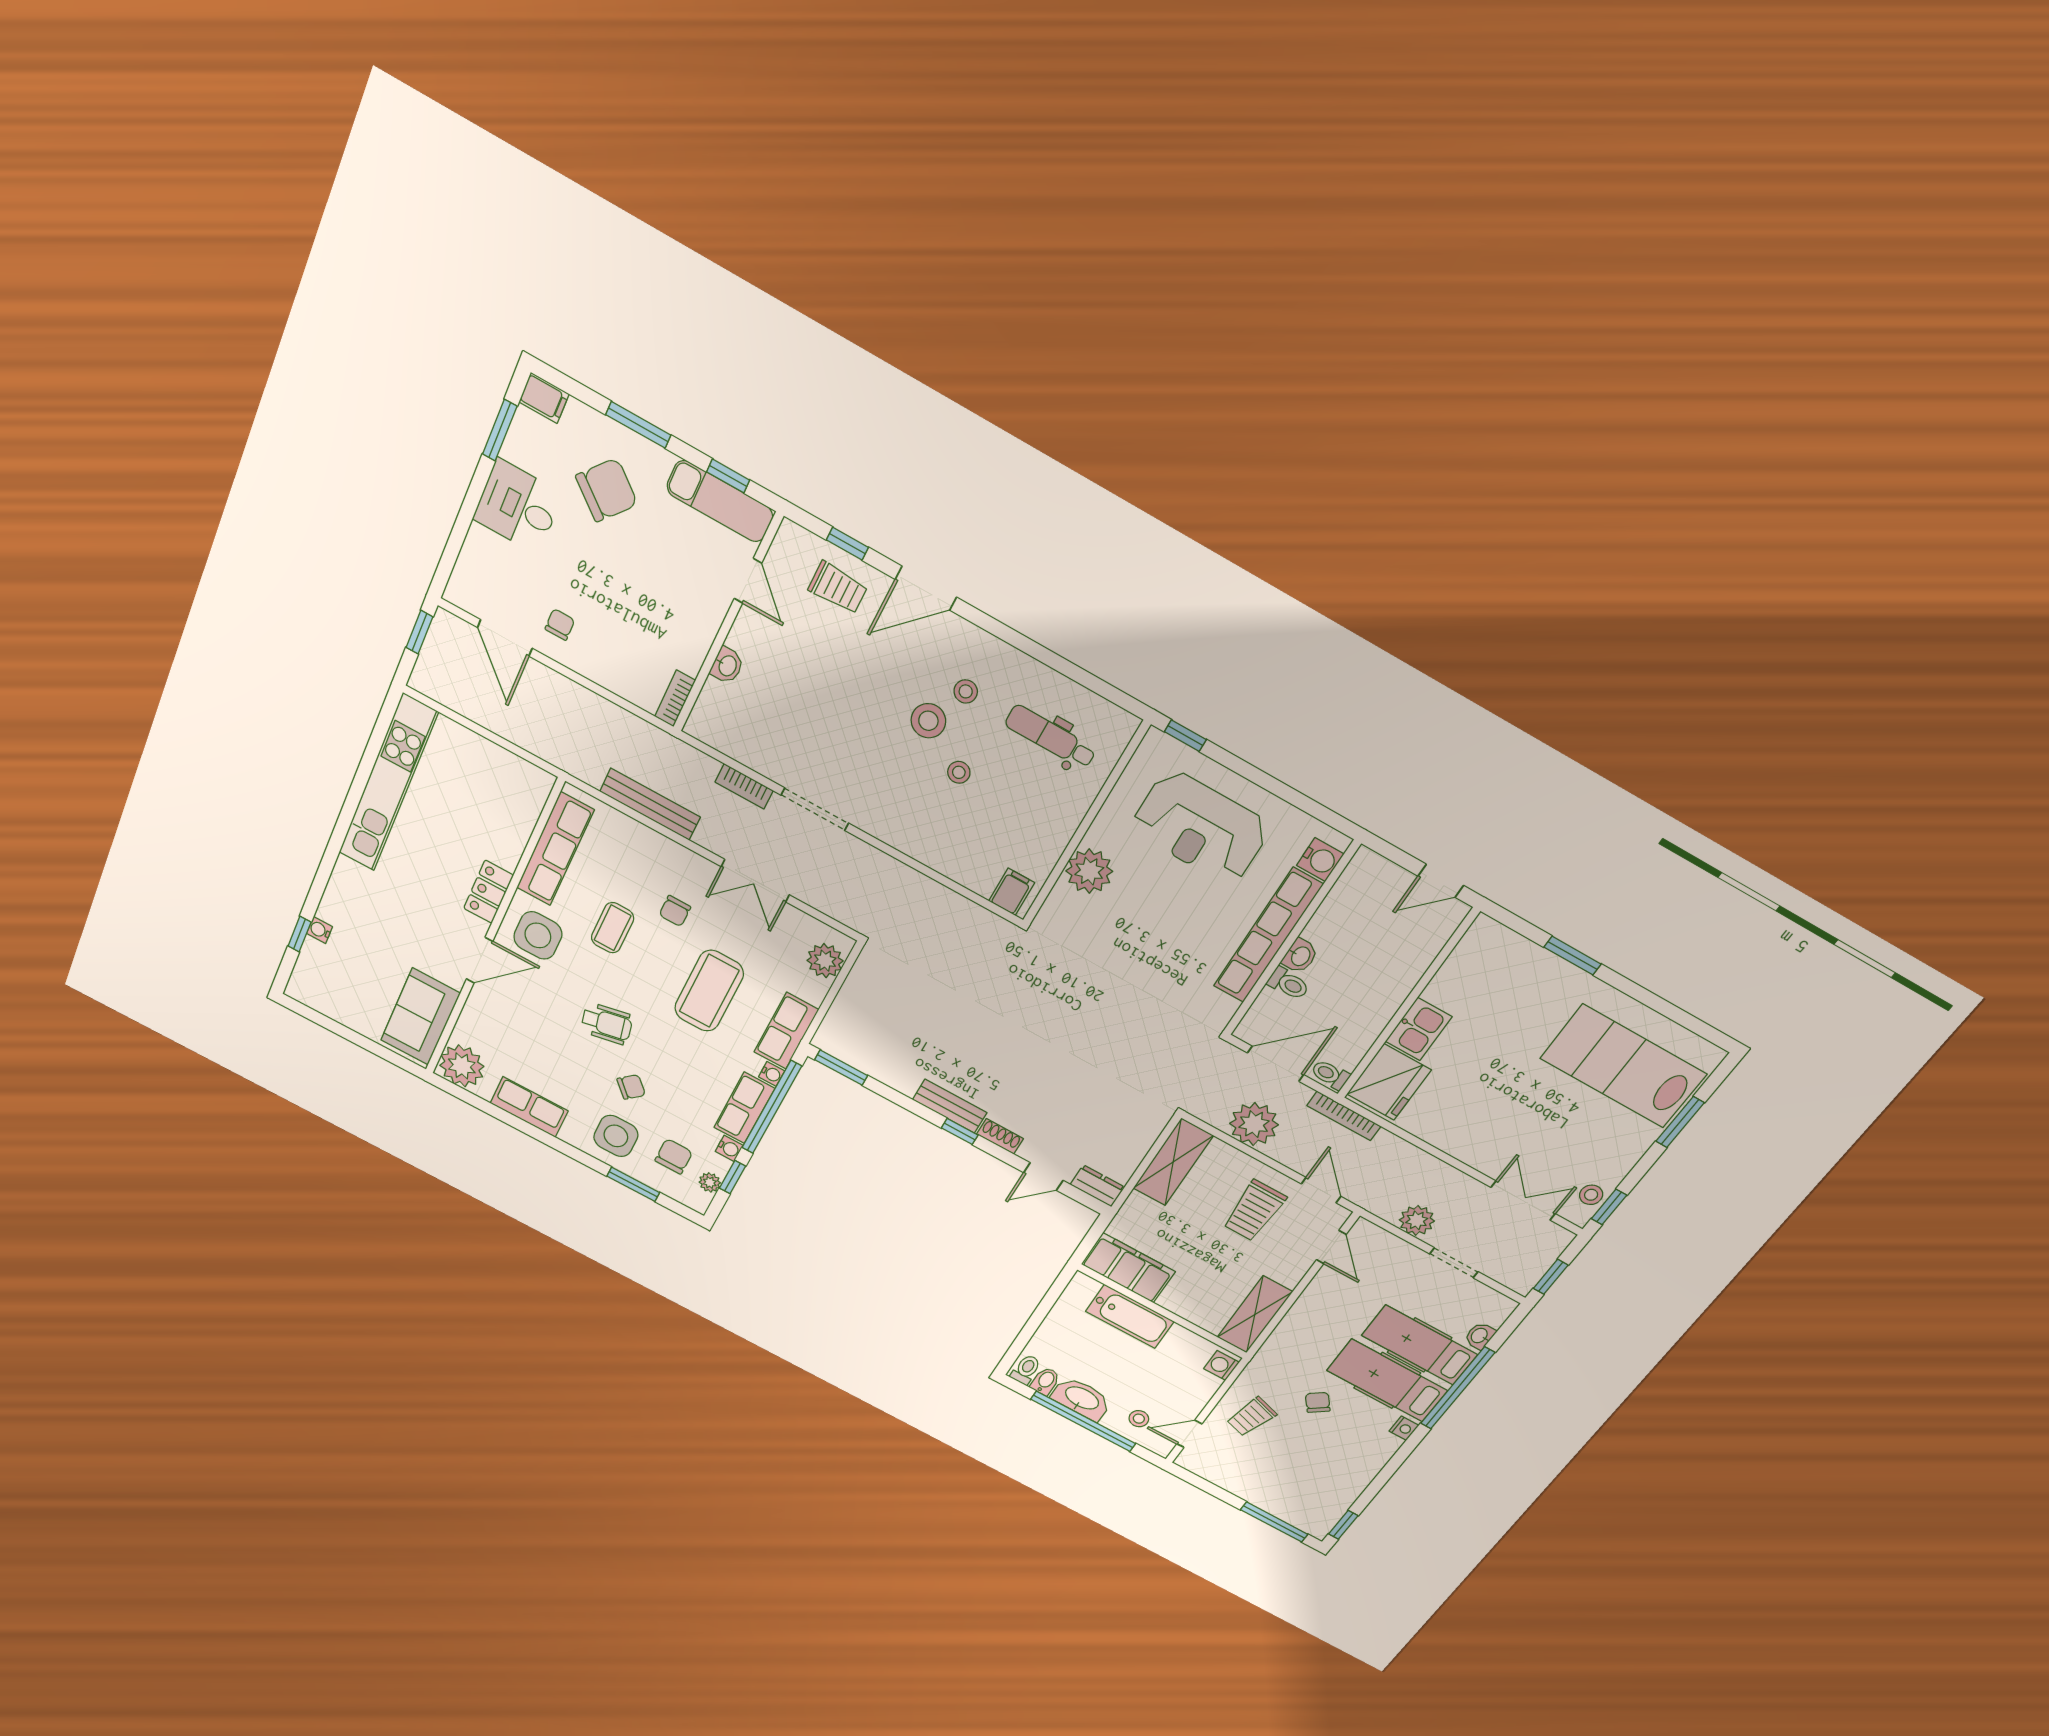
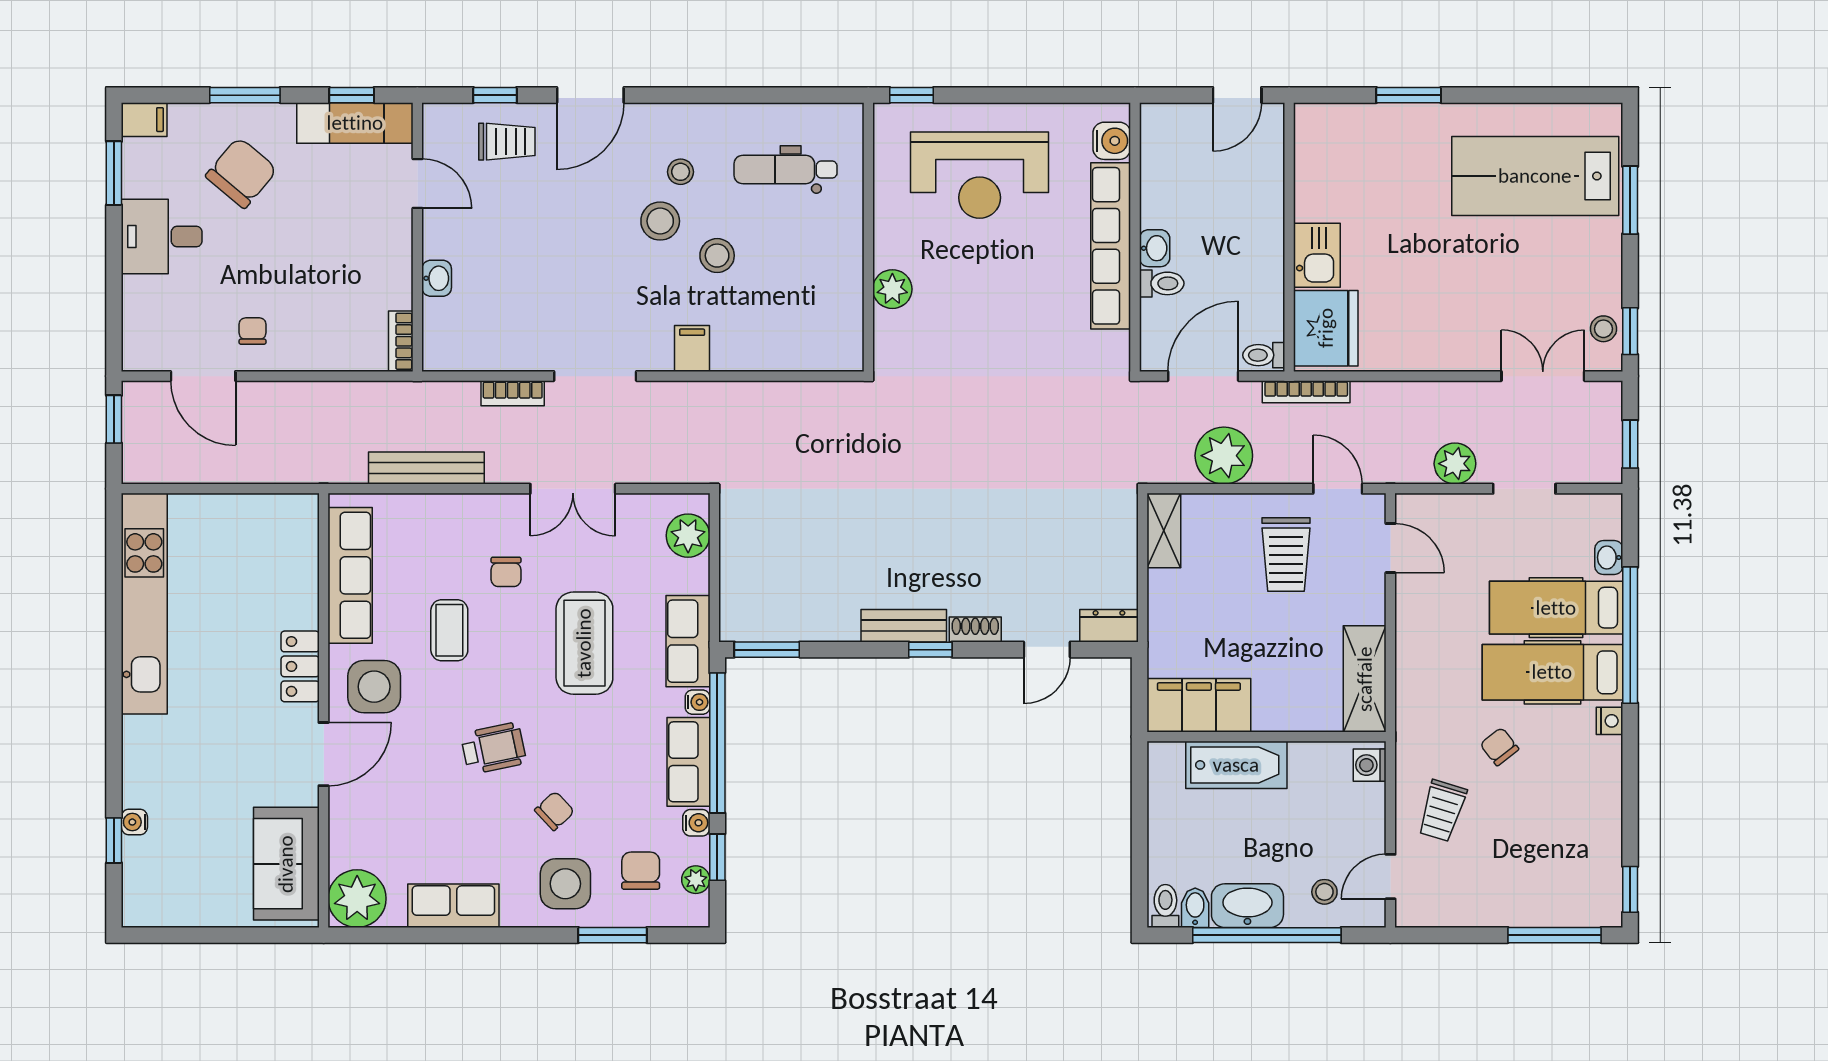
stool: (959, 772) -> (717, 256), width x1.37, depth x1.37
plant: (1089, 871) -> (892, 289), width x0.73, depth x0.73
filing cabinet: (1012, 892) -> (692, 348), moved
shelving: (1173, 1162) -> (1164, 531), width x0.67, depth x0.75

